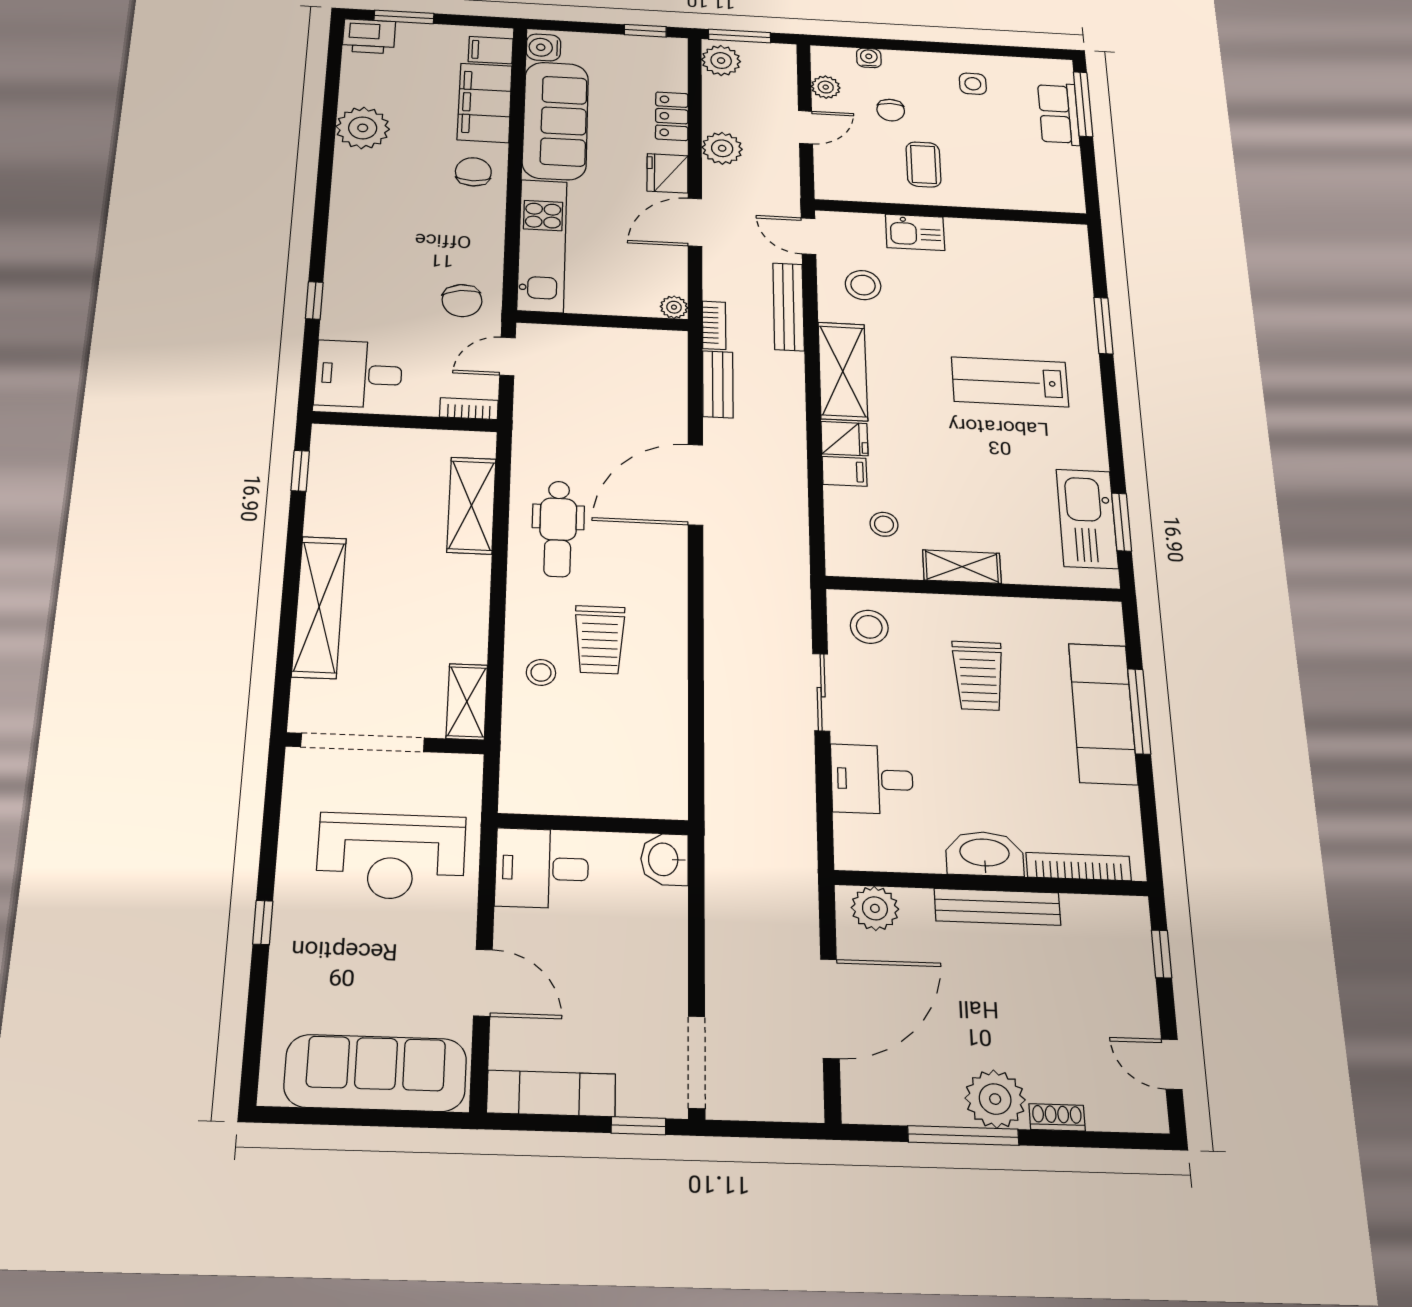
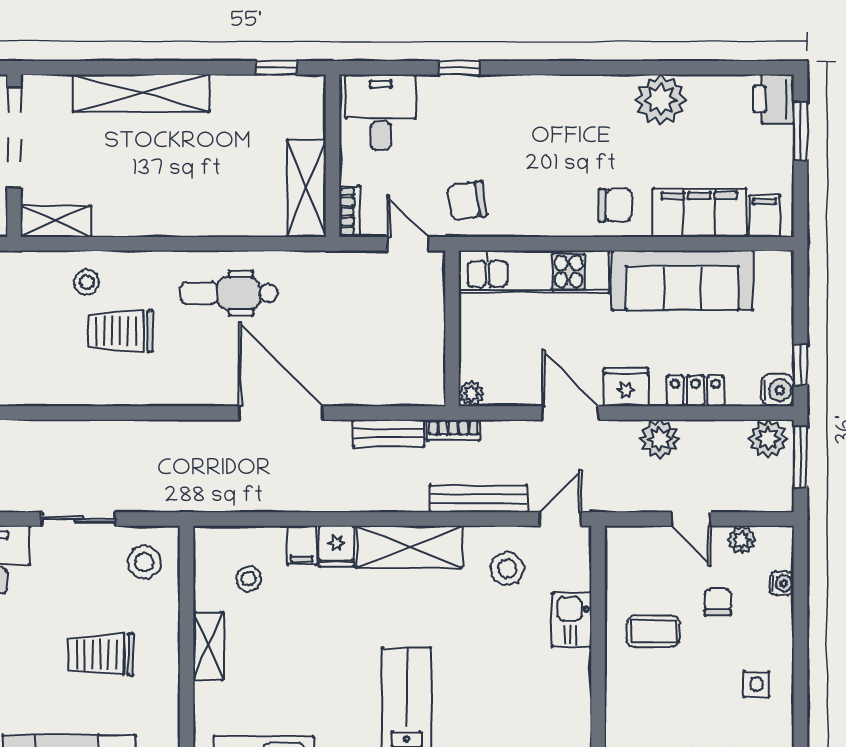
water cooler: (543, 47) -> (777, 390), moved, turned 90
chair: (891, 110) -> (718, 602), turned 90
shelving: (471, 505) -> (306, 188), moved, turned 90

